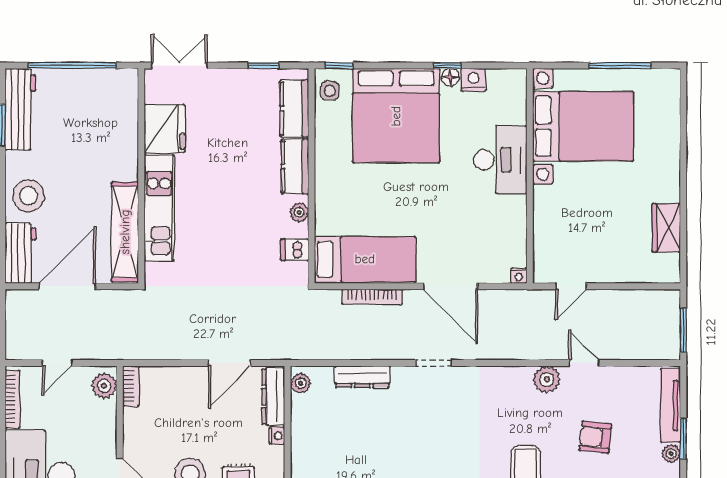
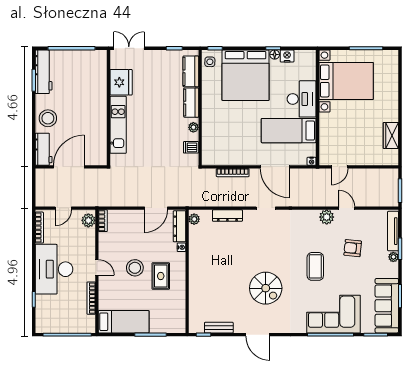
shelving: (125, 232) -> (100, 138), removed
bed: (365, 259) -> (289, 131), moved, turned 180

